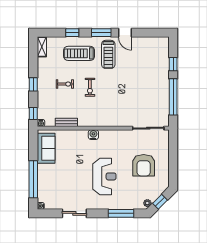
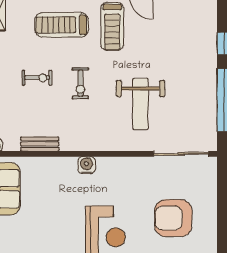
weight bench: (125, 99) -> (140, 104), added
armchair: (144, 165) -> (173, 218), turned 90

